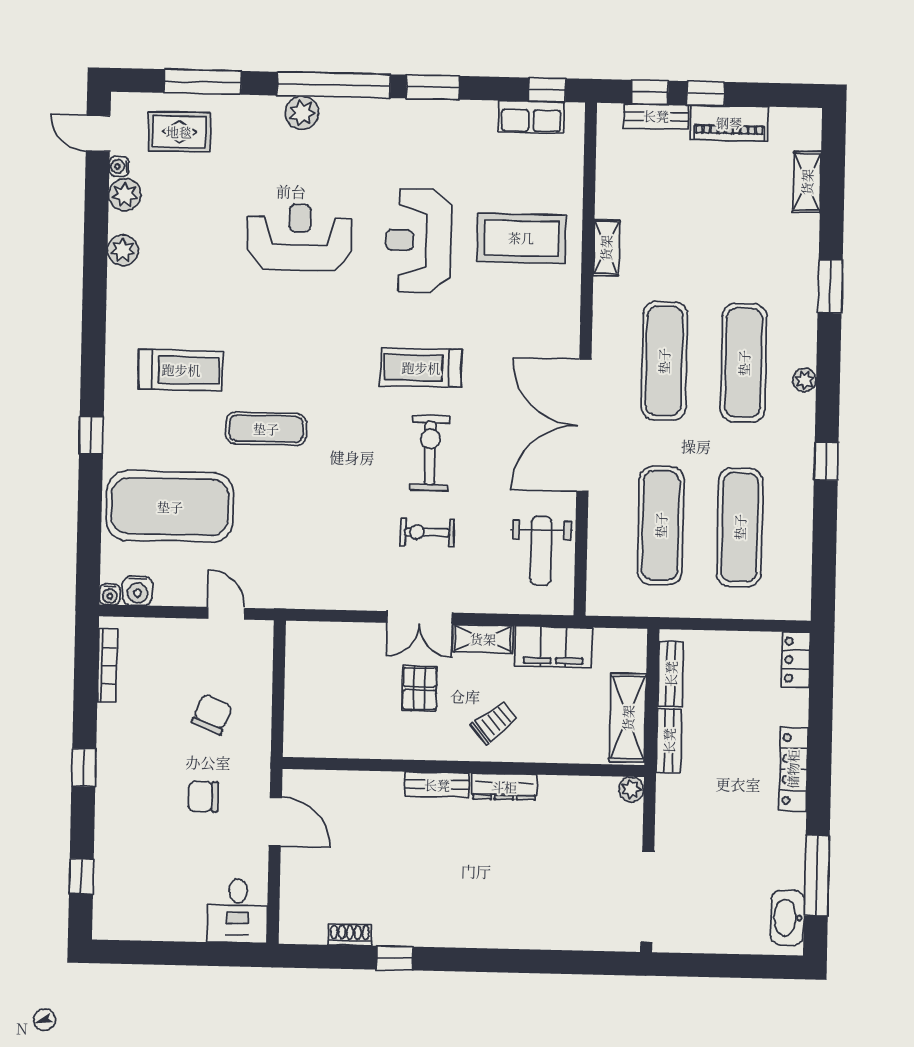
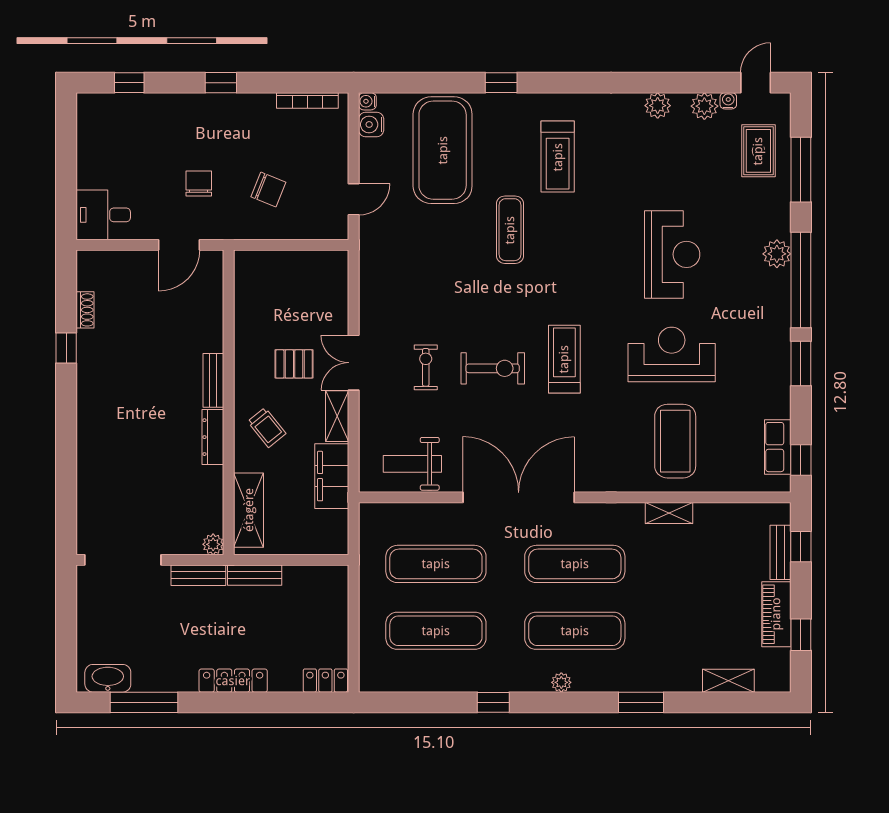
window: (706, 93) -> (801, 635), moved
bench: (671, 674) -> (198, 575), moved
shelving: (628, 718) -> (249, 510), moved, turned 90

